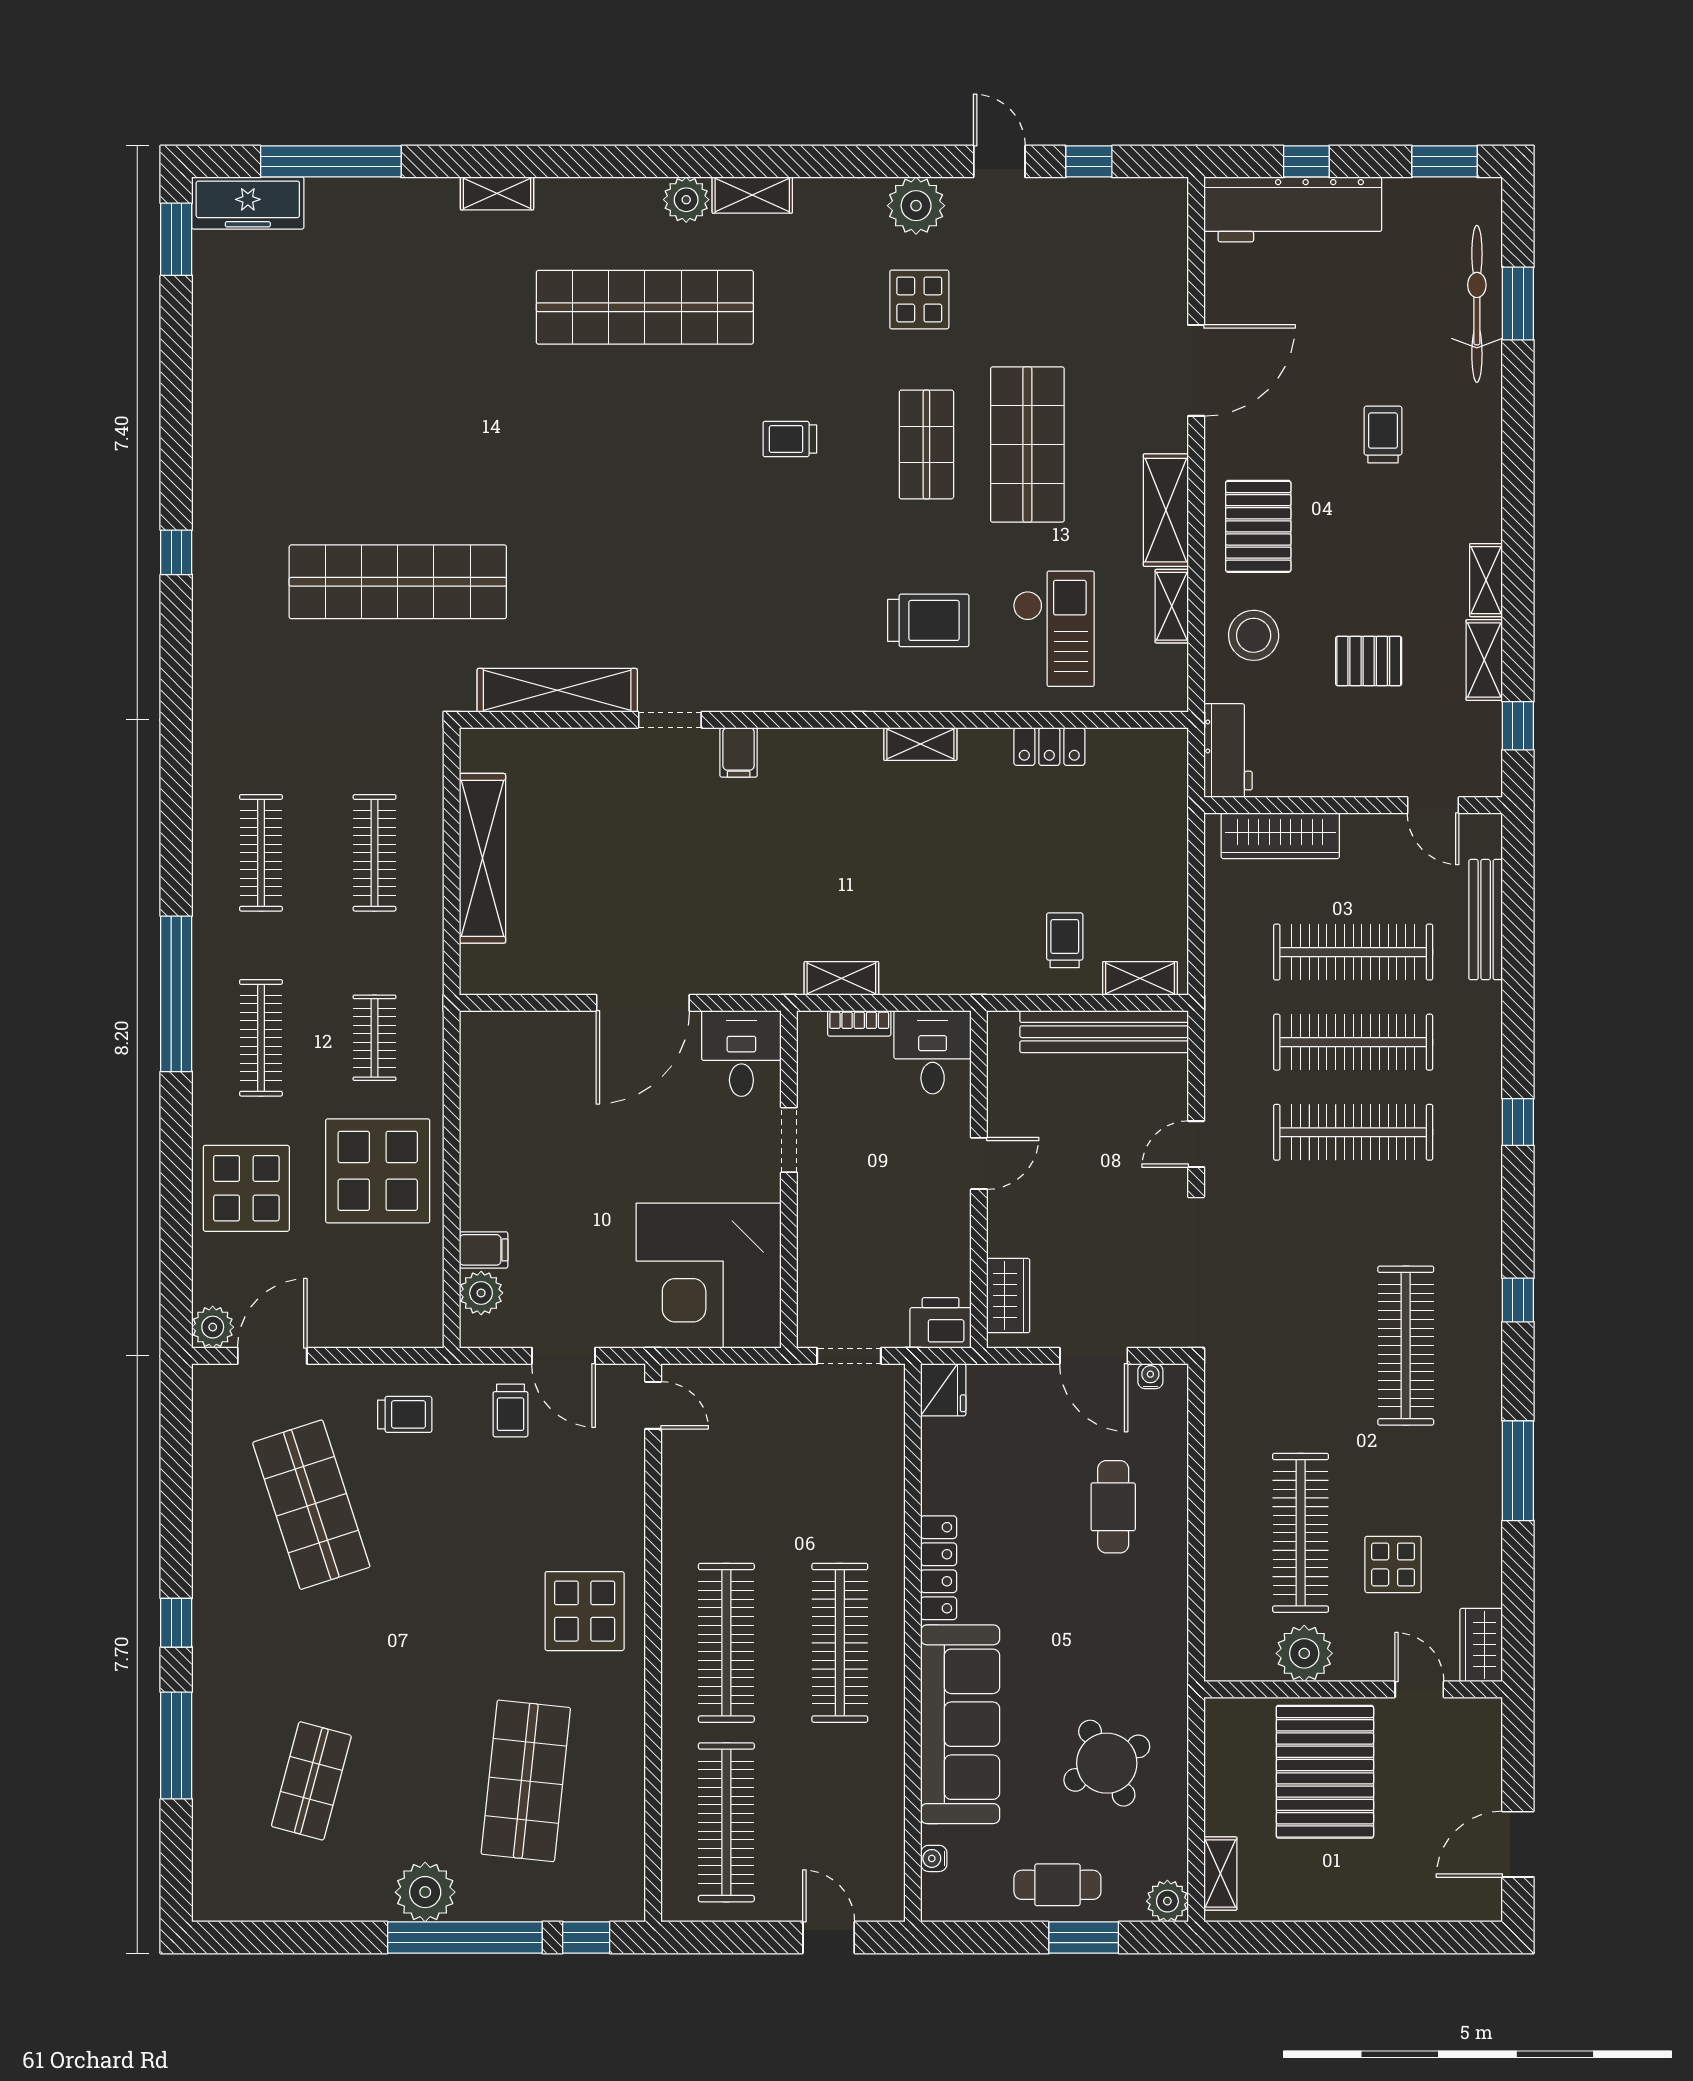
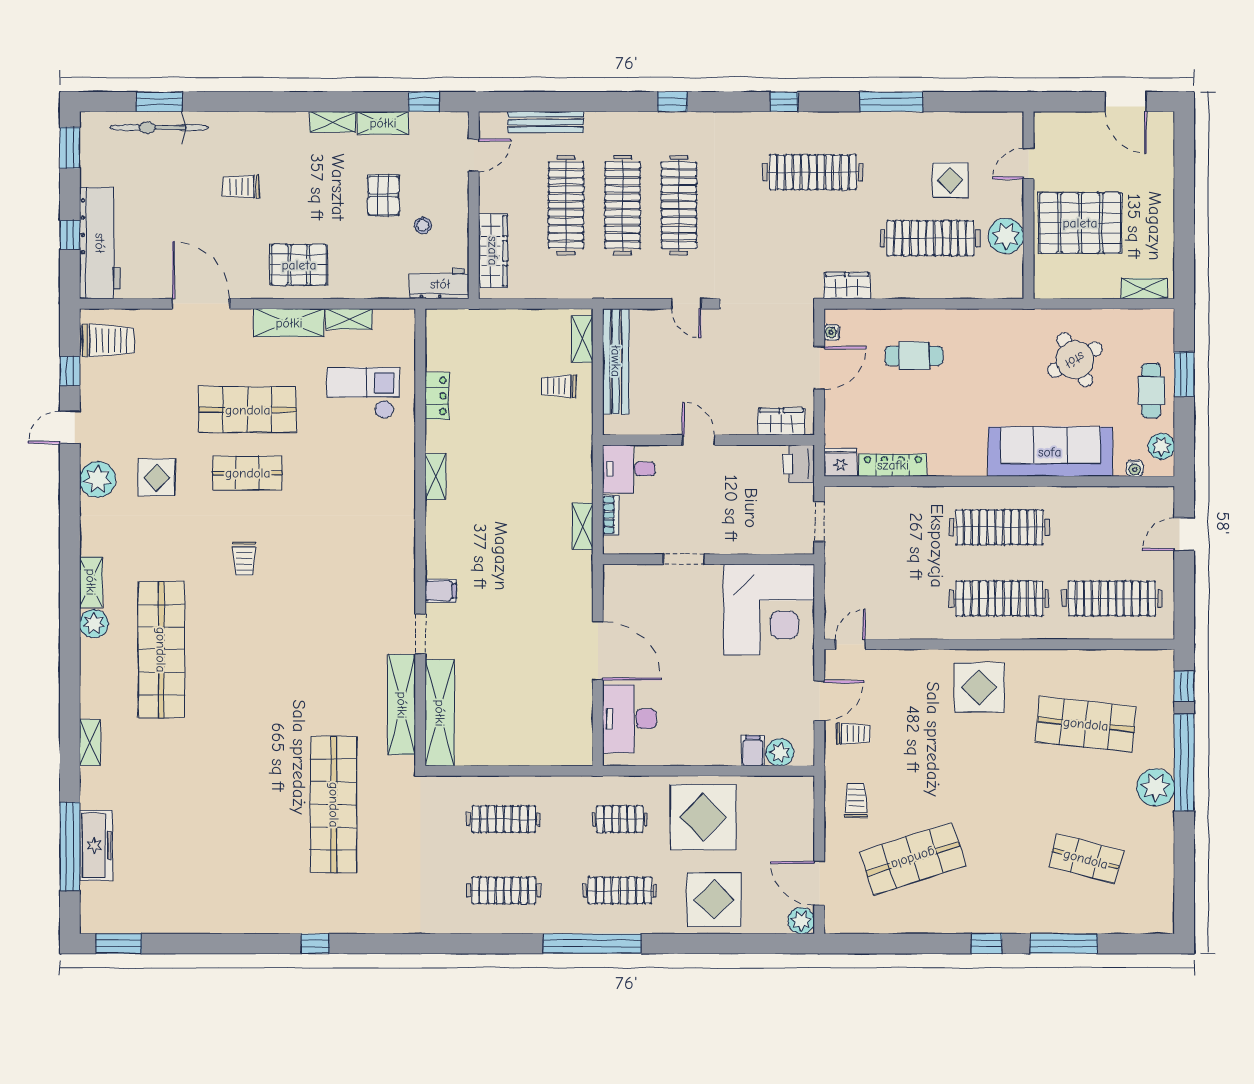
freezer: (248, 203) -> (96, 845), moved
trolley: (928, 620) -> (108, 340), moved, turned 90
stool: (1254, 635) -> (423, 225), moved, width x0.53, depth x0.53
shelving: (482, 858) -> (440, 713), moved, turned 90
desk: (741, 1054) -> (630, 719), moved, width x1.37
locker: (939, 1568) -> (893, 465), moved
wardrobe: (1481, 1645) -> (847, 286), moved, turned 180
plant: (1167, 1901) -> (1161, 446), moved

